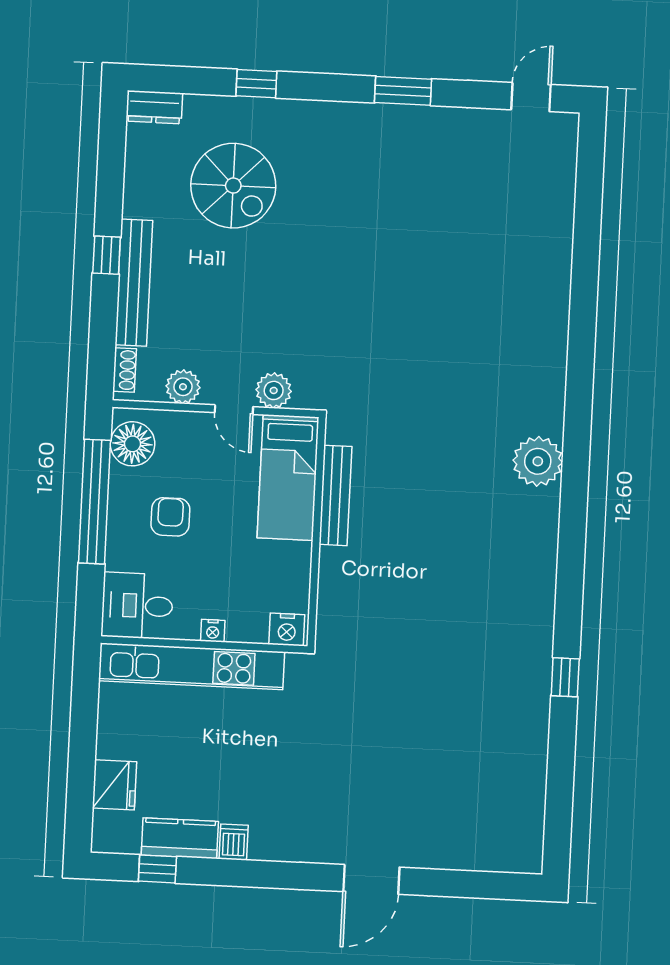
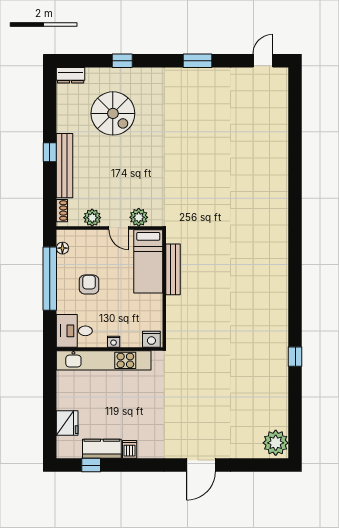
floor lamp: (133, 444) -> (62, 248), width x0.53, depth x0.53
plant: (538, 461) -> (276, 443), moved

